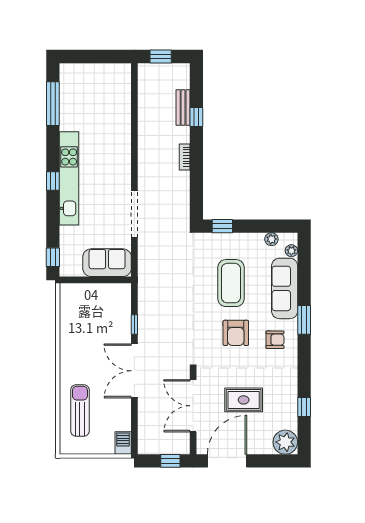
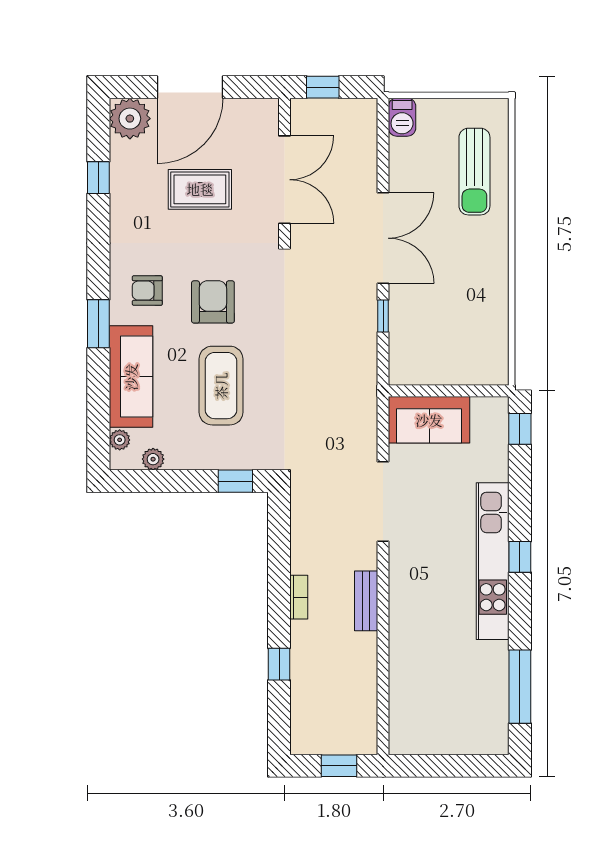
bench: (183, 107) -> (366, 601), moved
door: (227, 461) -> (190, 87), moved

